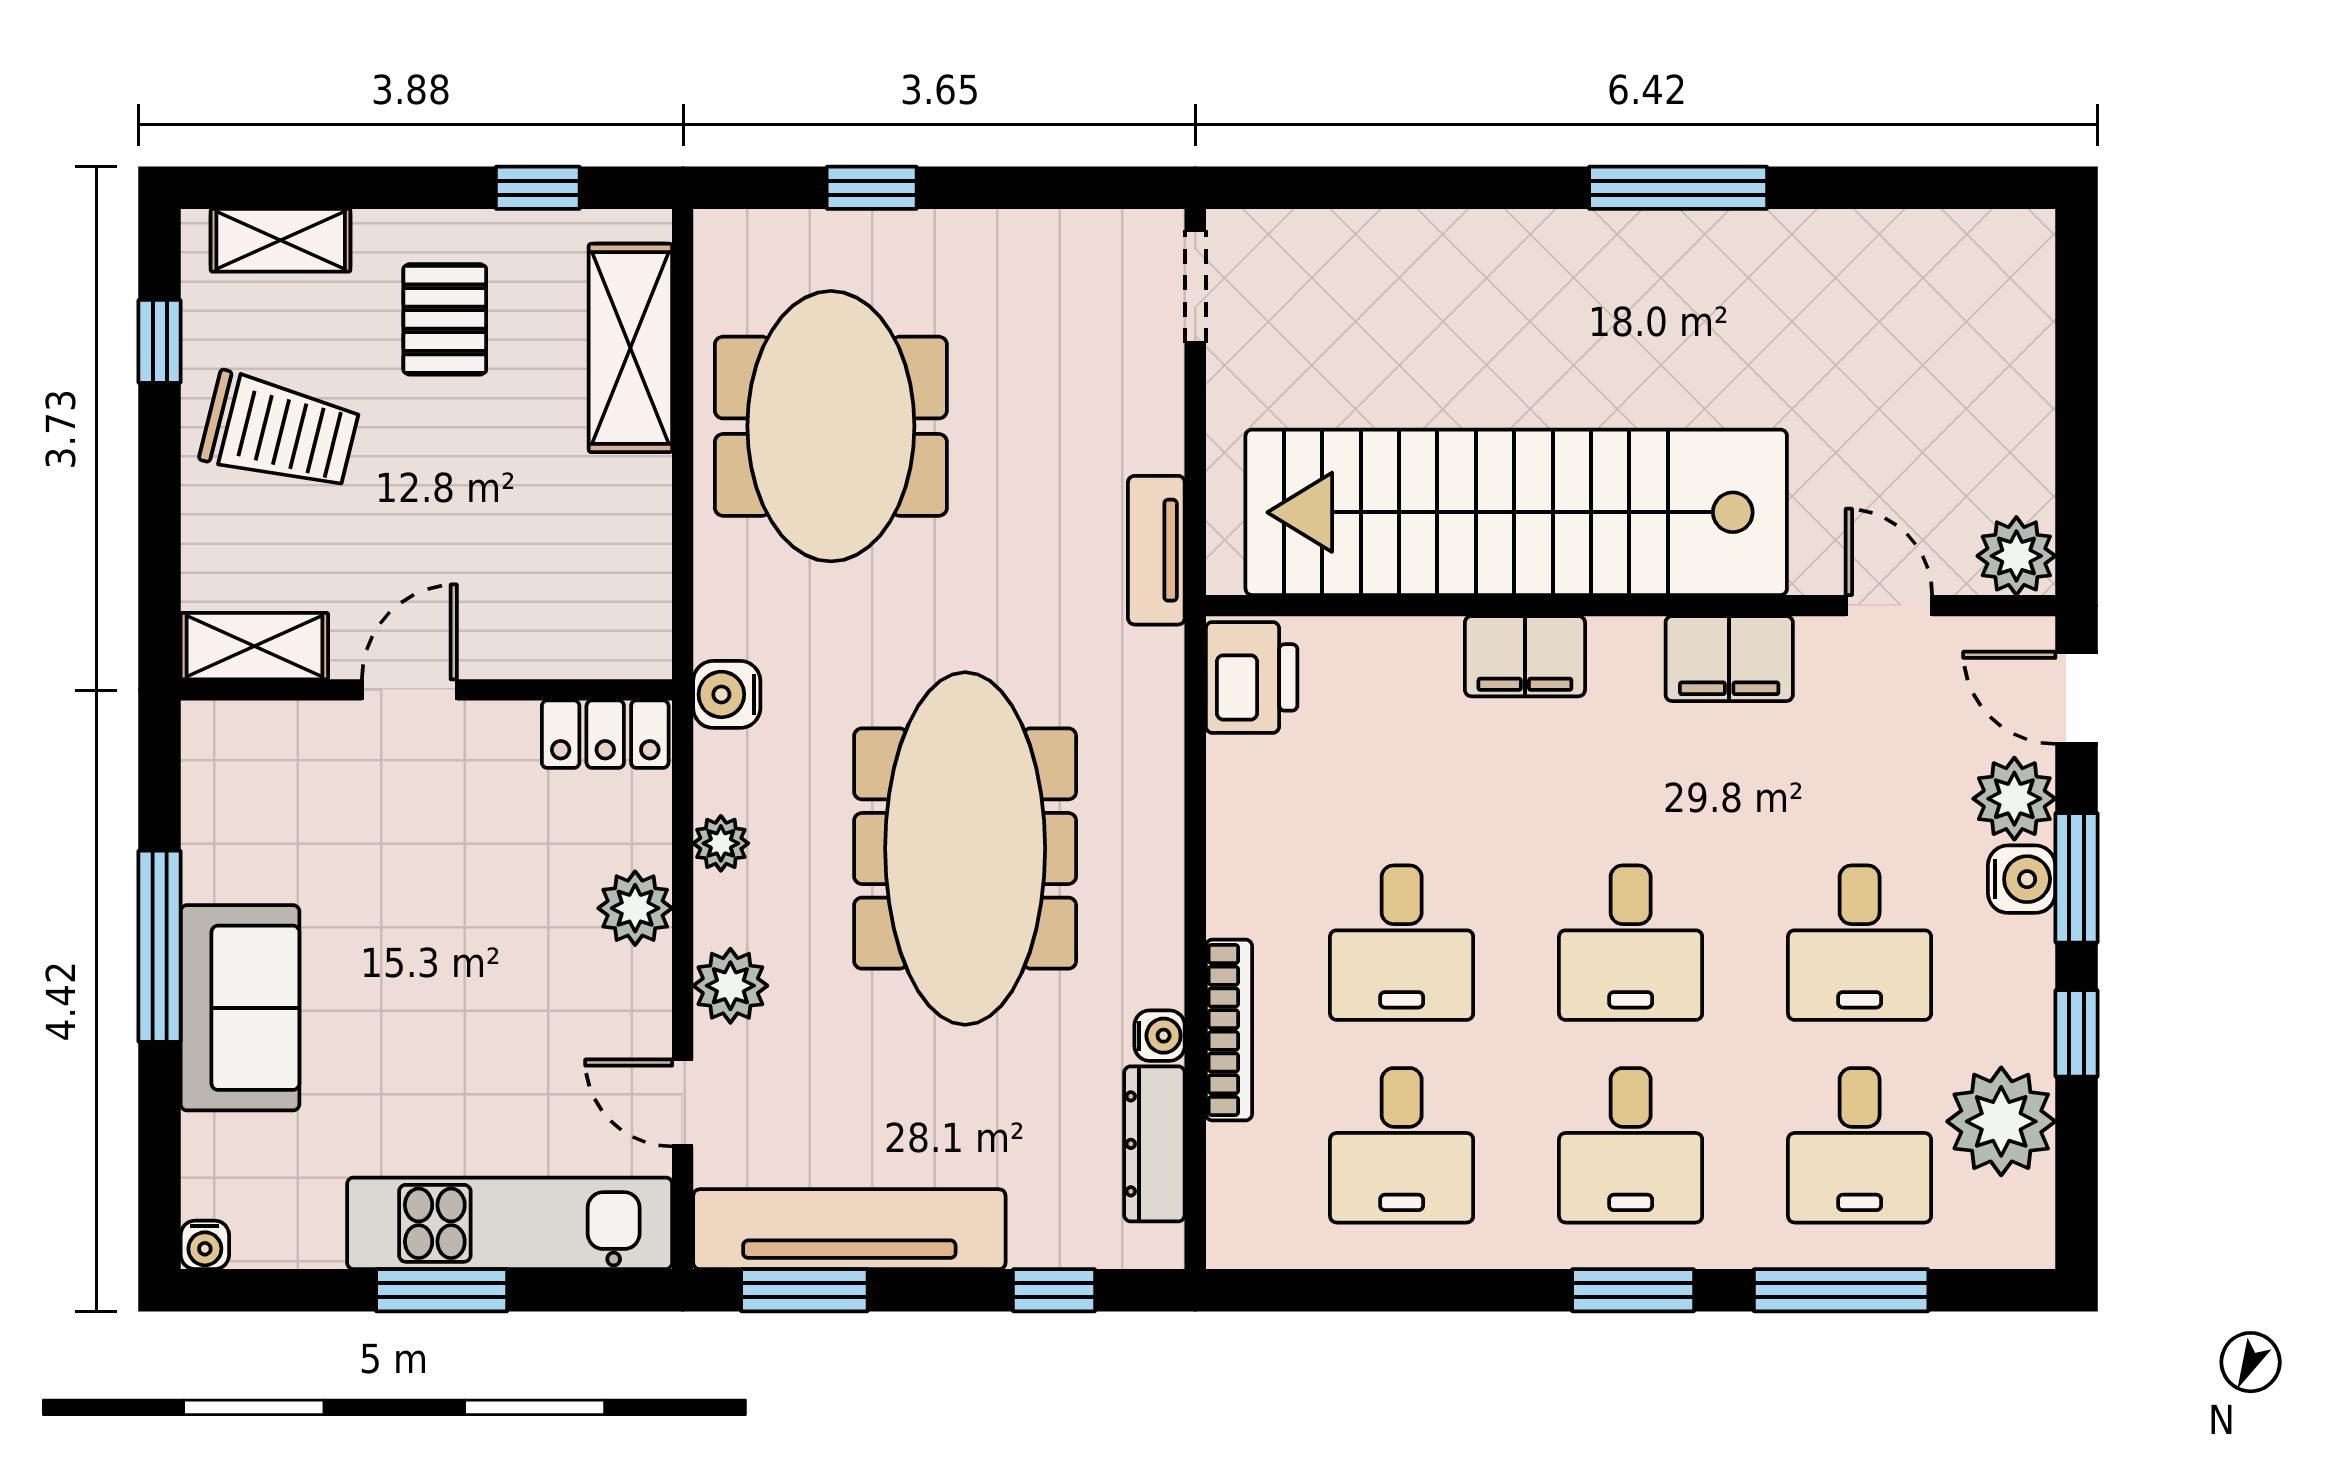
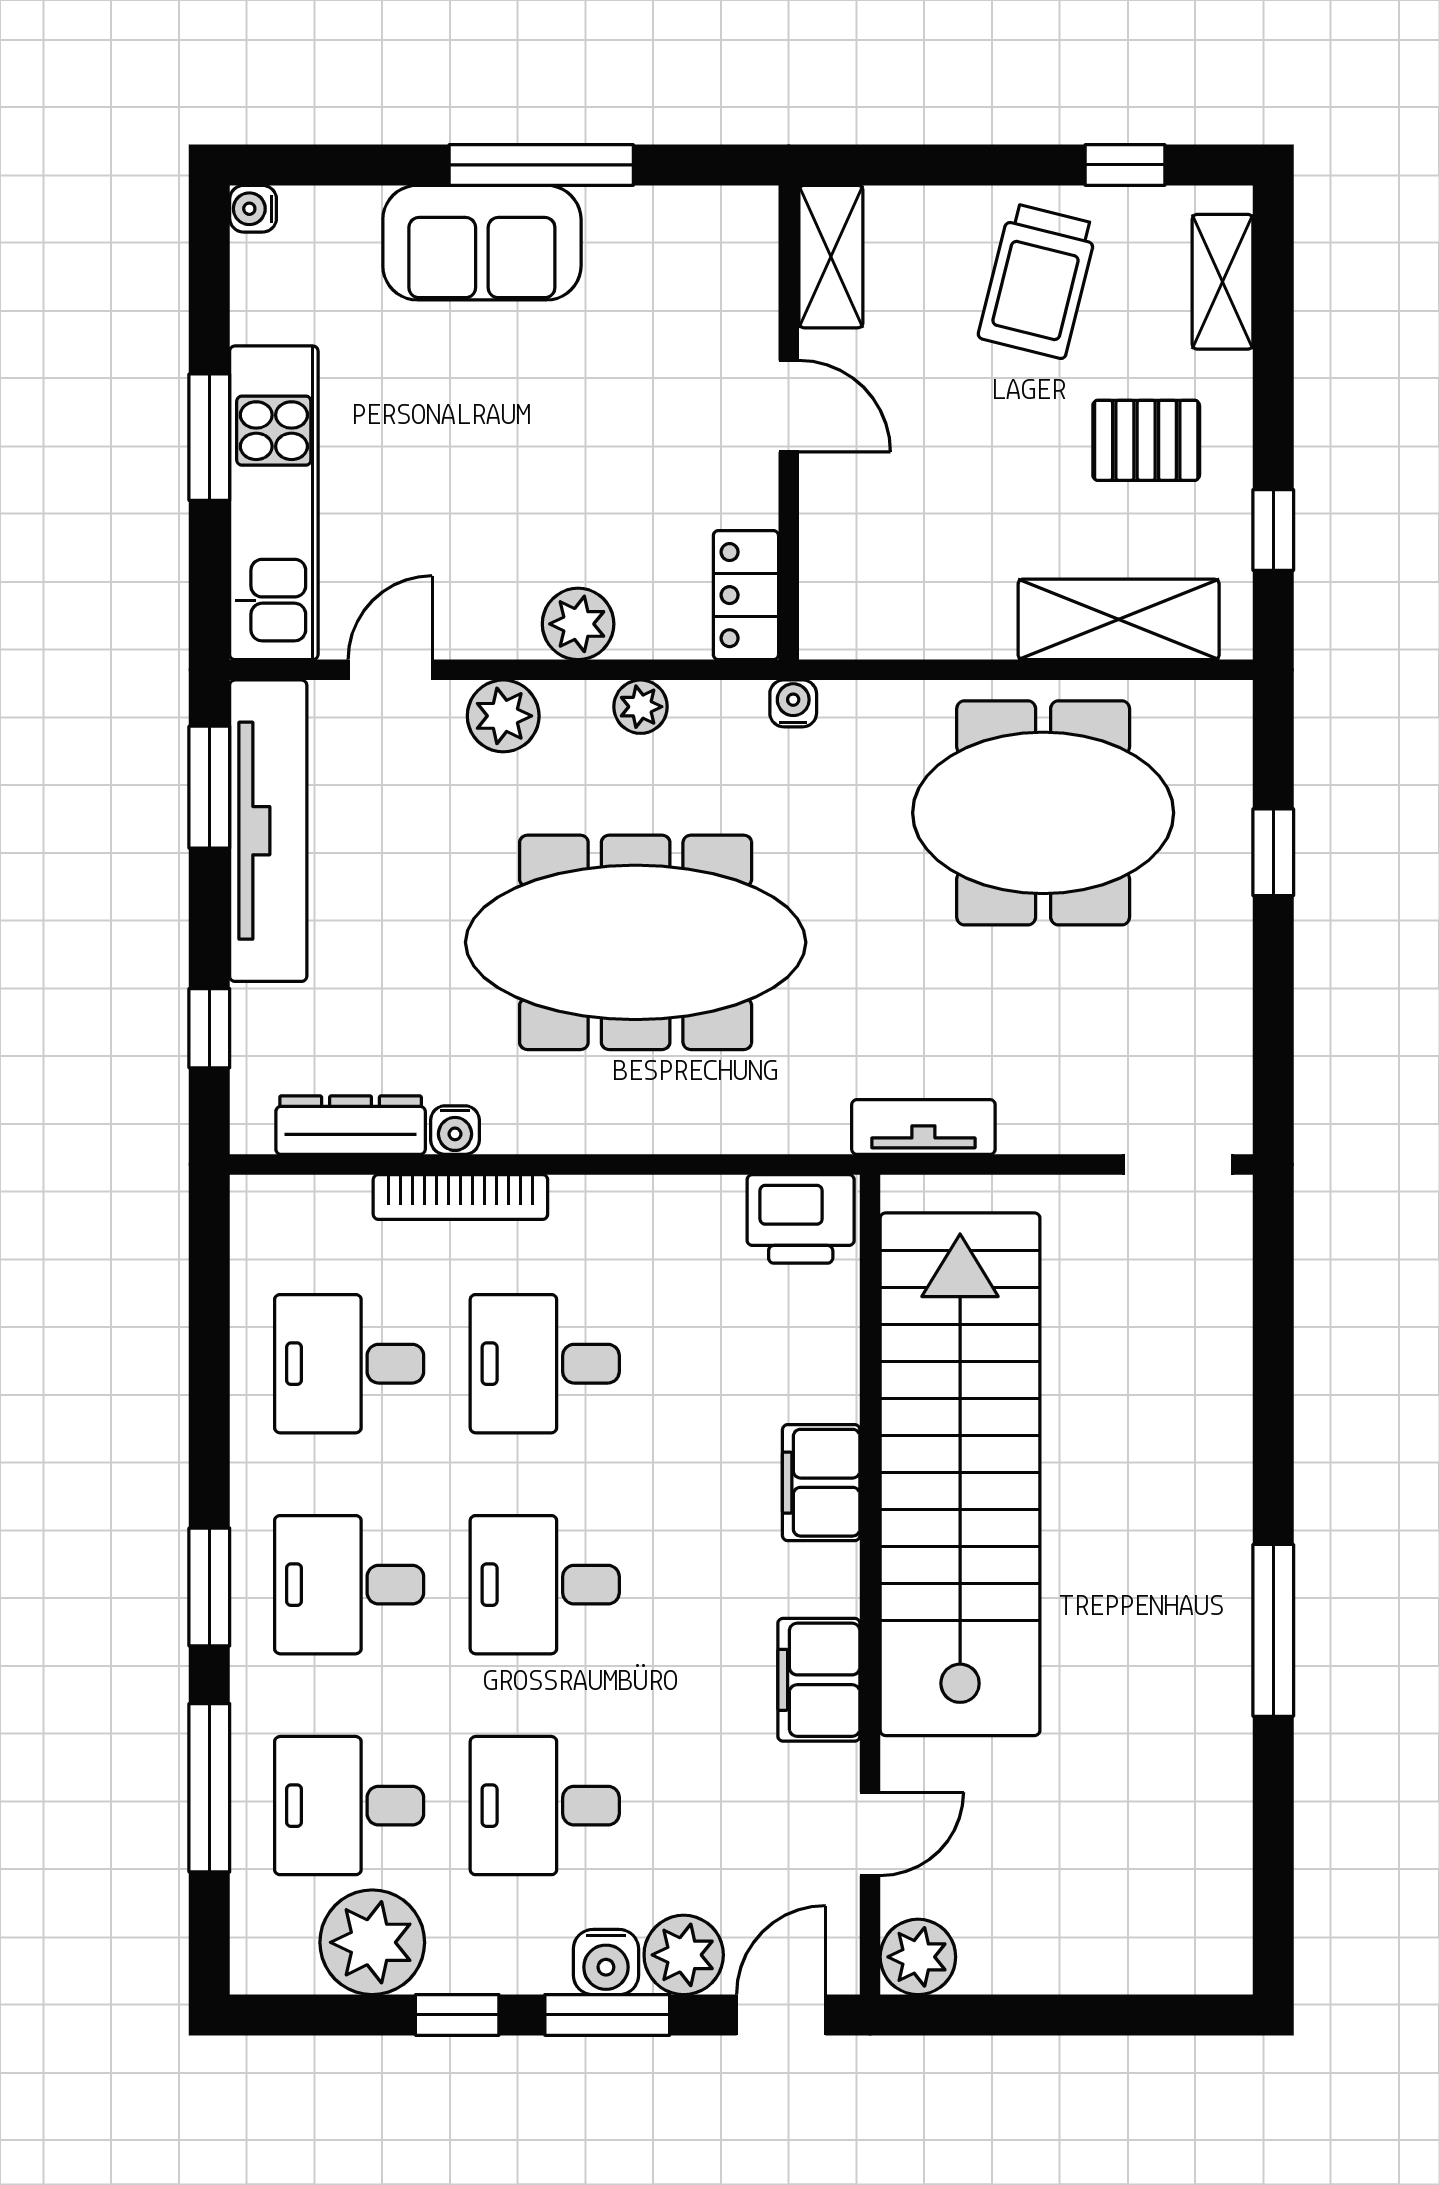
water cooler: (727, 694) -> (793, 703), width x0.72, depth x0.72

